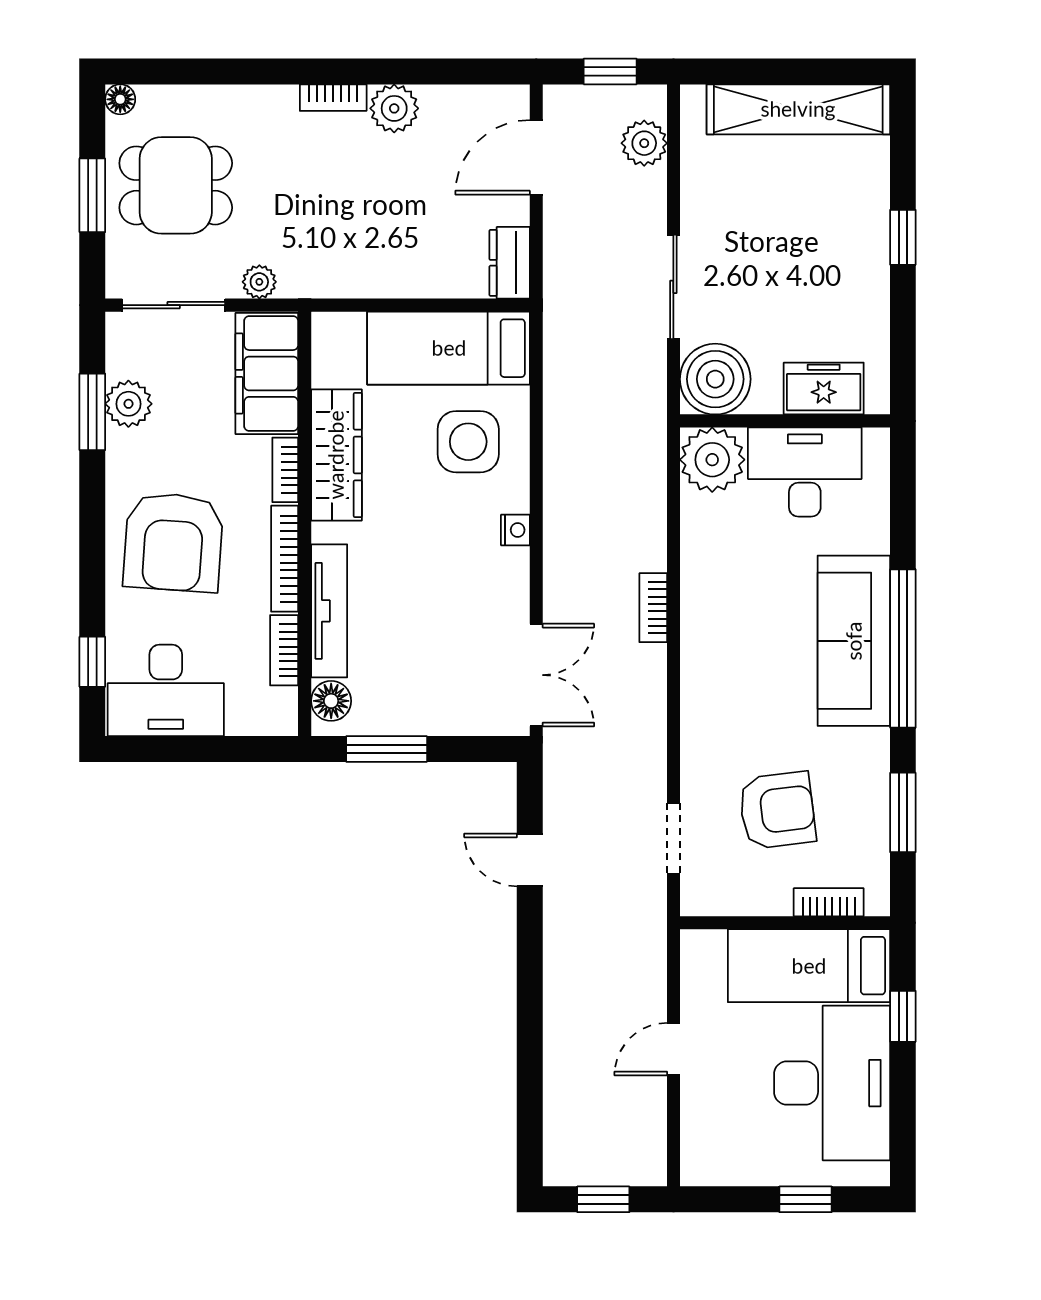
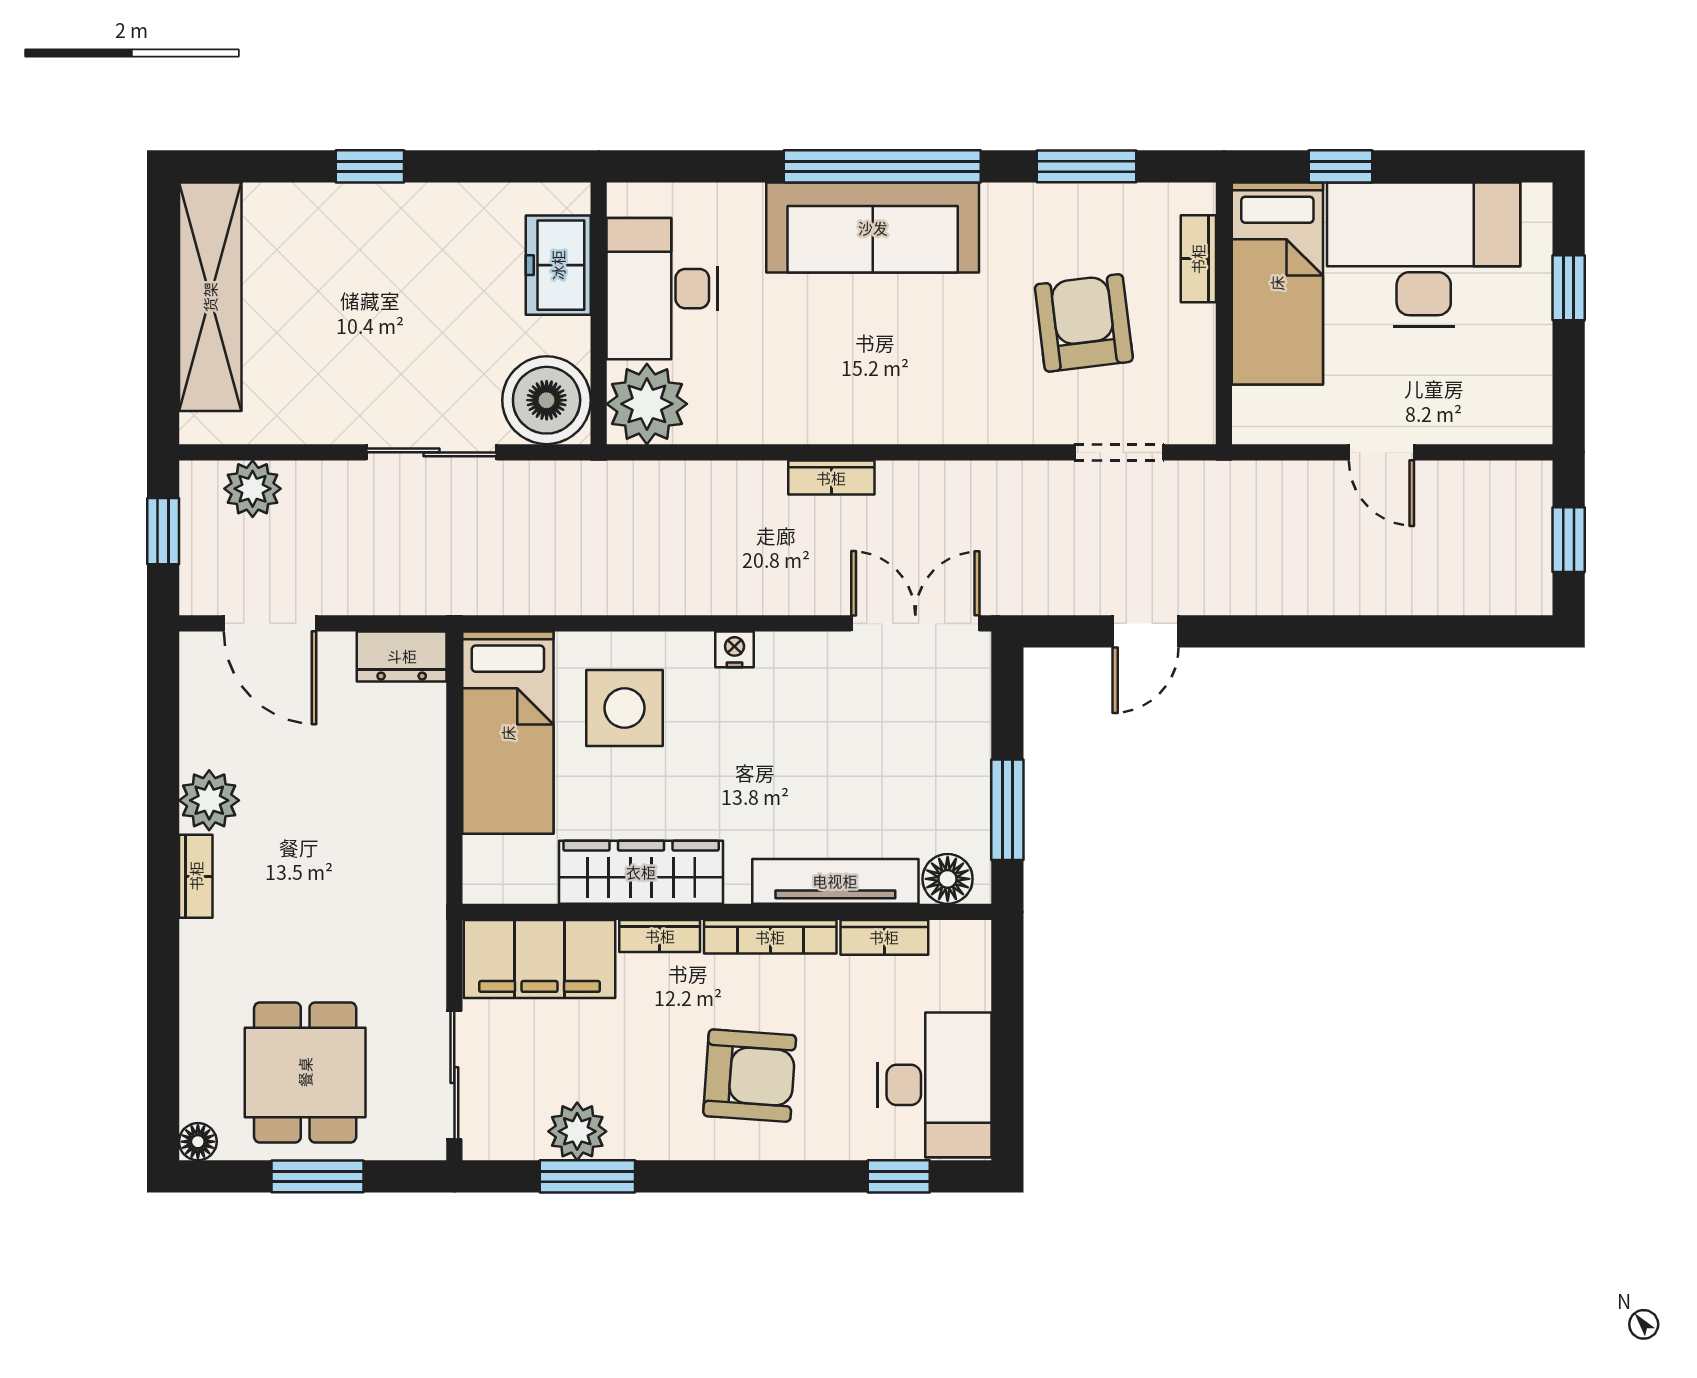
plant: (259, 282) -> (425, 968), removed
armchair: (173, 542) -> (750, 1076), width x0.73, depth x0.73

